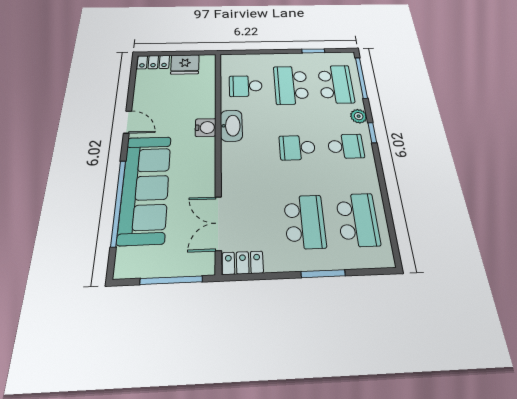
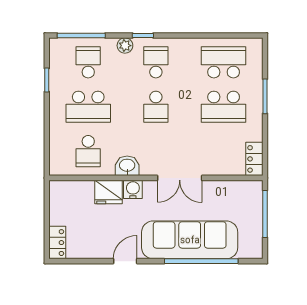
fridge: (185, 64) -> (108, 192), moved, turned 90
school desk: (336, 84) -> (88, 62), width x0.54
washbasin: (231, 126) -> (127, 166), width x0.72
school desk: (305, 222) -> (224, 107), turned 180
double door: (218, 223) -> (180, 178), moved

